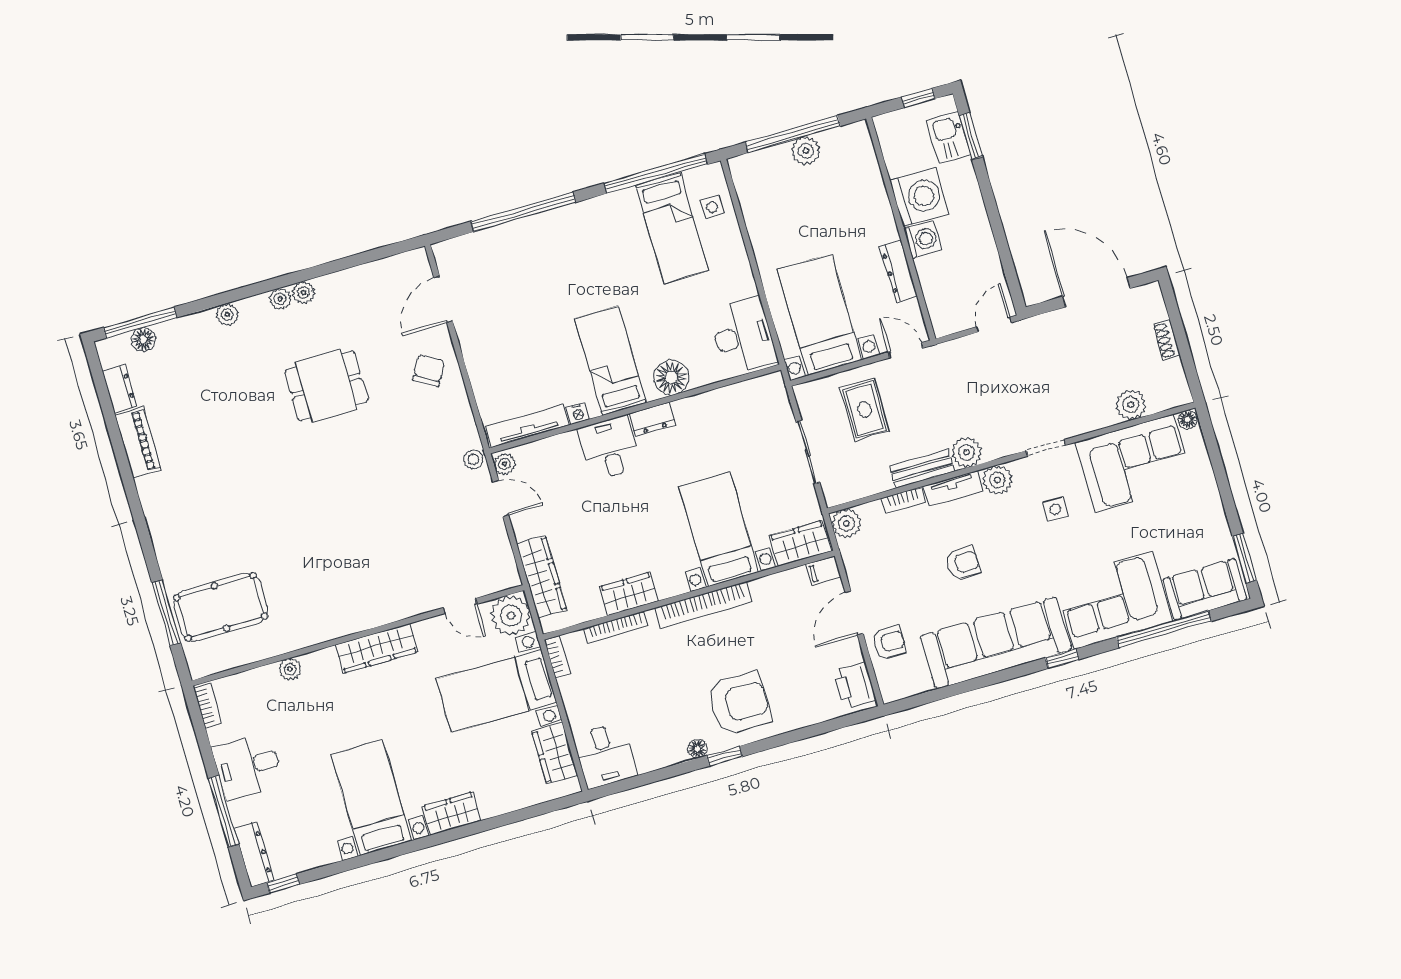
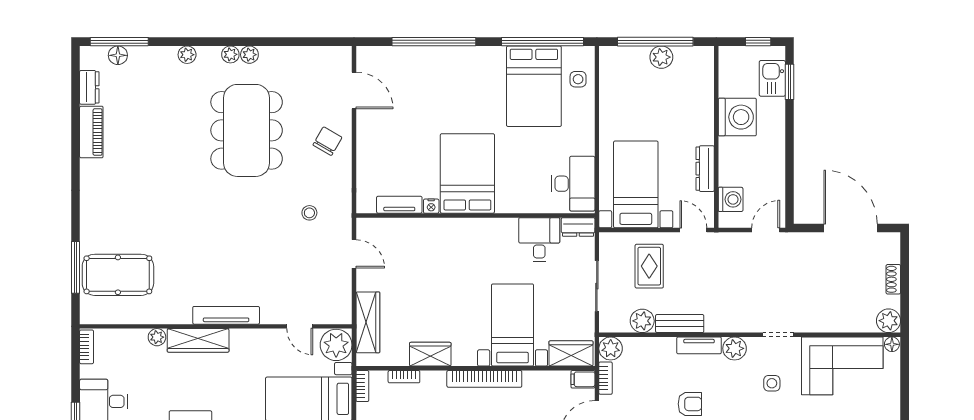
bed: (672, 228) -> (534, 86), width x1.50
washing machine: (923, 239) -> (731, 199), moved
door: (443, 299) -> (354, 90), swing flipped
bed: (611, 361) -> (467, 173), width x1.50
floor lamp: (671, 377) -> (510, 199), removed
dining table: (326, 386) -> (247, 130), width x1.88, depth x1.24
plant: (1131, 405) -> (889, 321), moved
dresser: (652, 419) -> (578, 227), moved
tv unit: (527, 426) -> (399, 205), width x0.71
desk: (609, 448) -> (539, 240), moved
plant: (967, 452) -> (642, 321), moved
stool: (473, 459) -> (309, 213), moved
plant: (505, 464) -> (365, 228), removed
bookcase: (903, 500) -> (606, 378), moved, turned -90
tv unit: (367, 618) -> (226, 315), added
bookcase: (616, 627) -> (404, 377), width x0.64
wardrobe: (376, 648) -> (198, 340), moved

